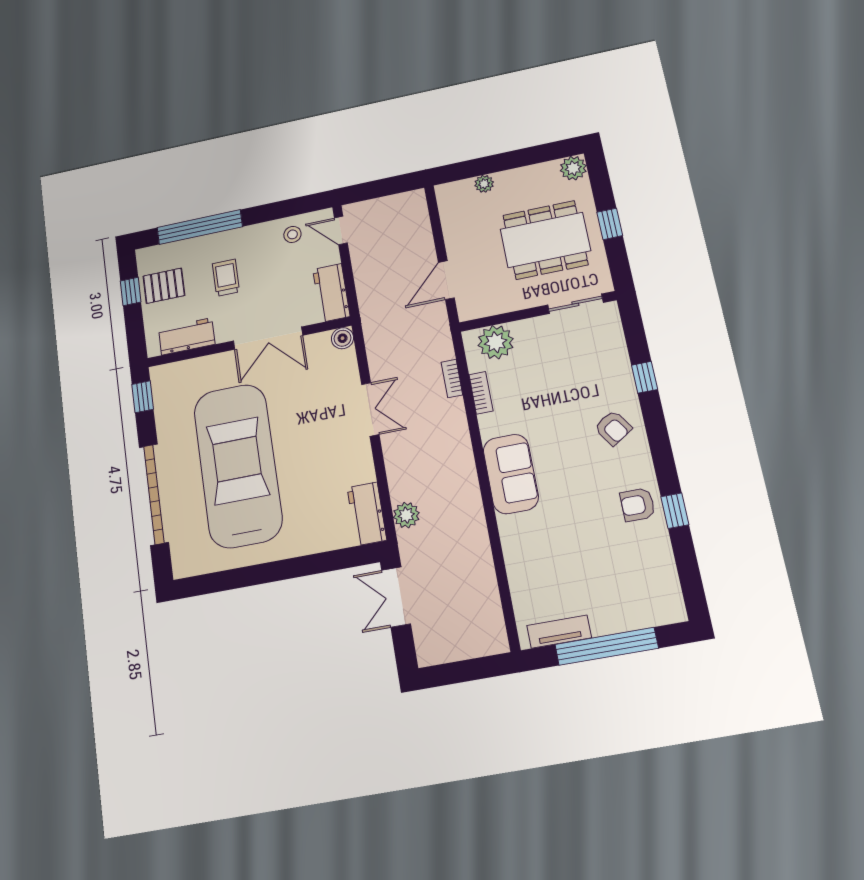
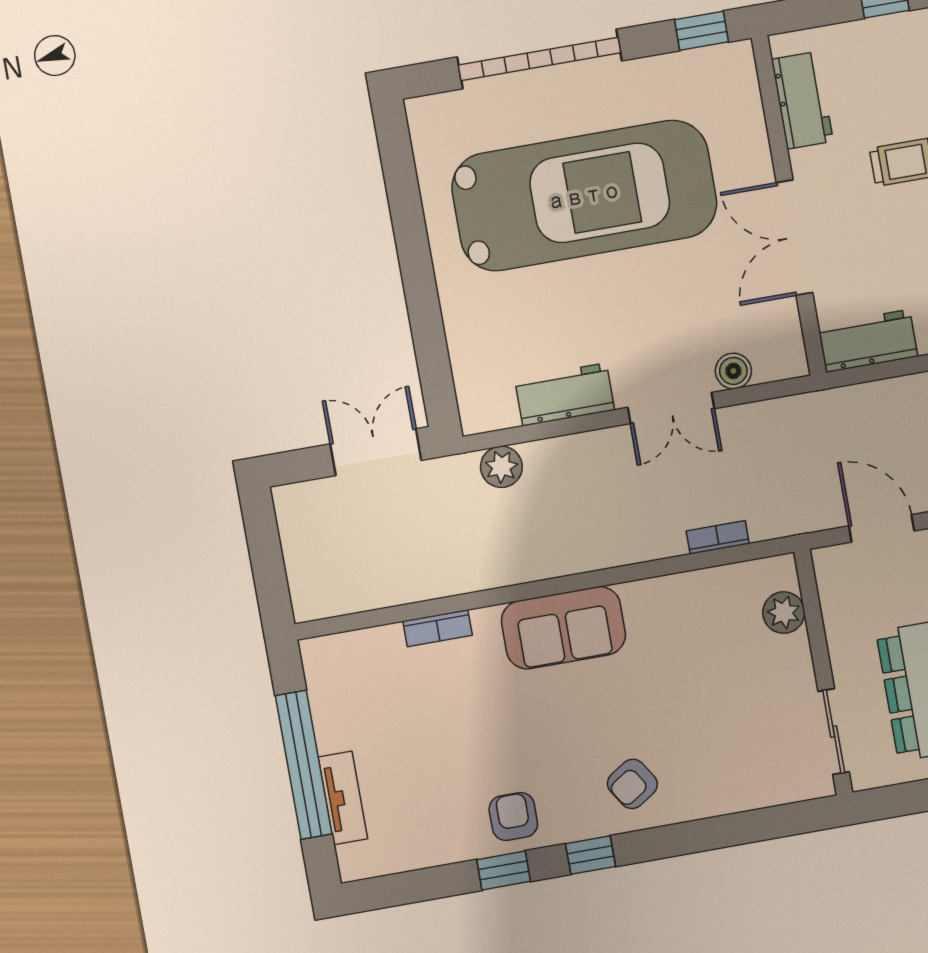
pallet: (164, 286) -> (892, 56), removed
boiler: (343, 338) -> (733, 371), moved
plant: (496, 342) -> (784, 613), width x0.73, depth x0.73
window: (645, 377) -> (591, 855), moved
bookcase: (481, 393) -> (438, 628), moved
workbench: (367, 514) -> (565, 394), moved
tv unit: (559, 632) -> (343, 798), moved

